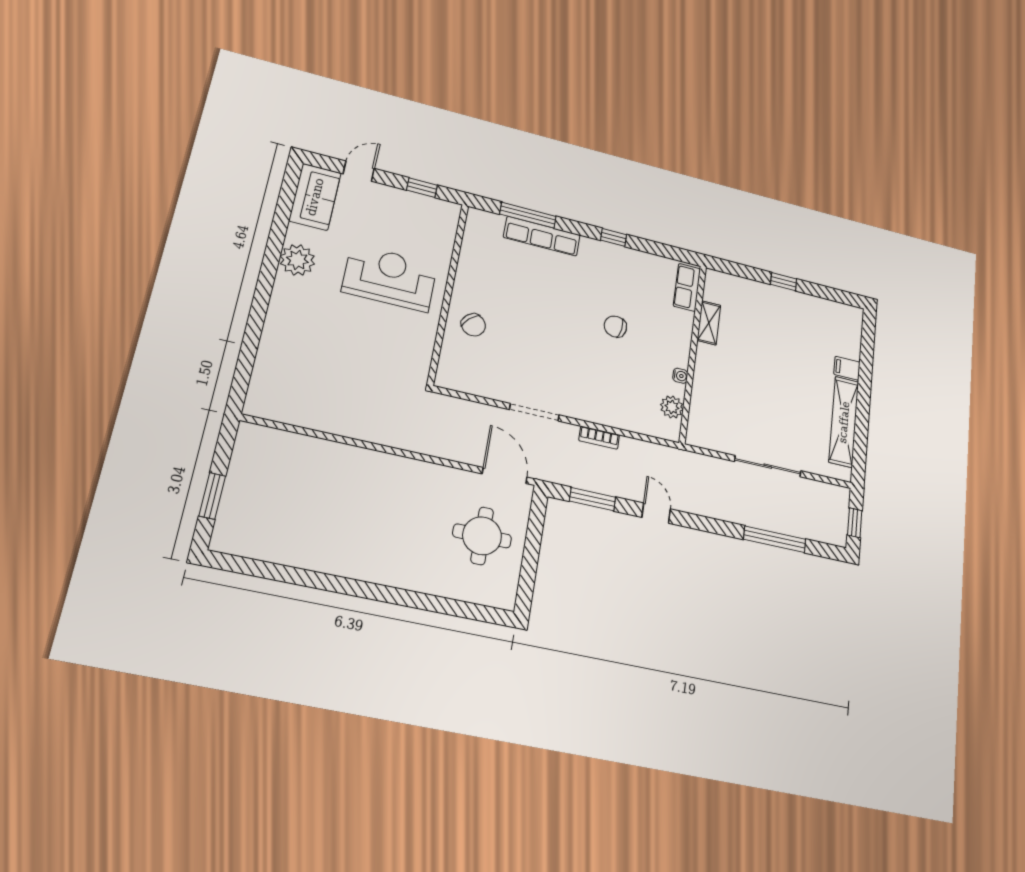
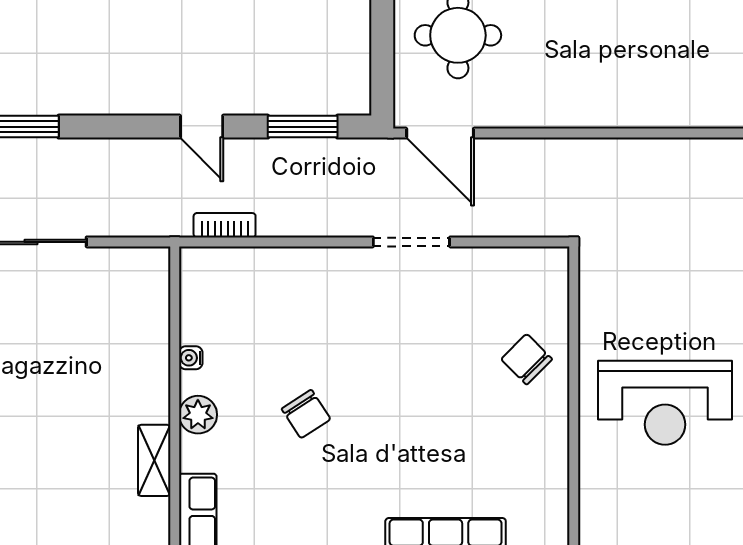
chair: (615, 327) -> (306, 414), turned 48
plant: (672, 407) -> (198, 415), moved
bookcase: (599, 438) -> (225, 225), moved

